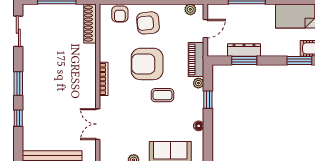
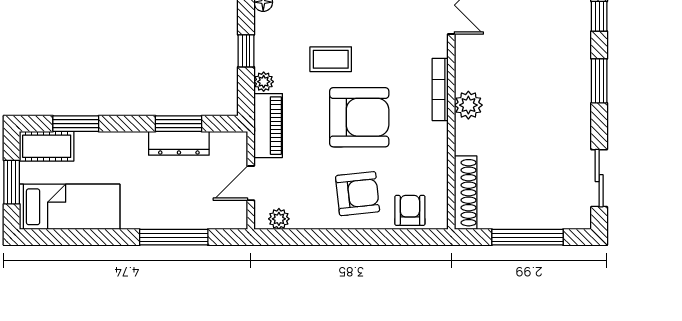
plant: (88, 71) -> (468, 105), added

